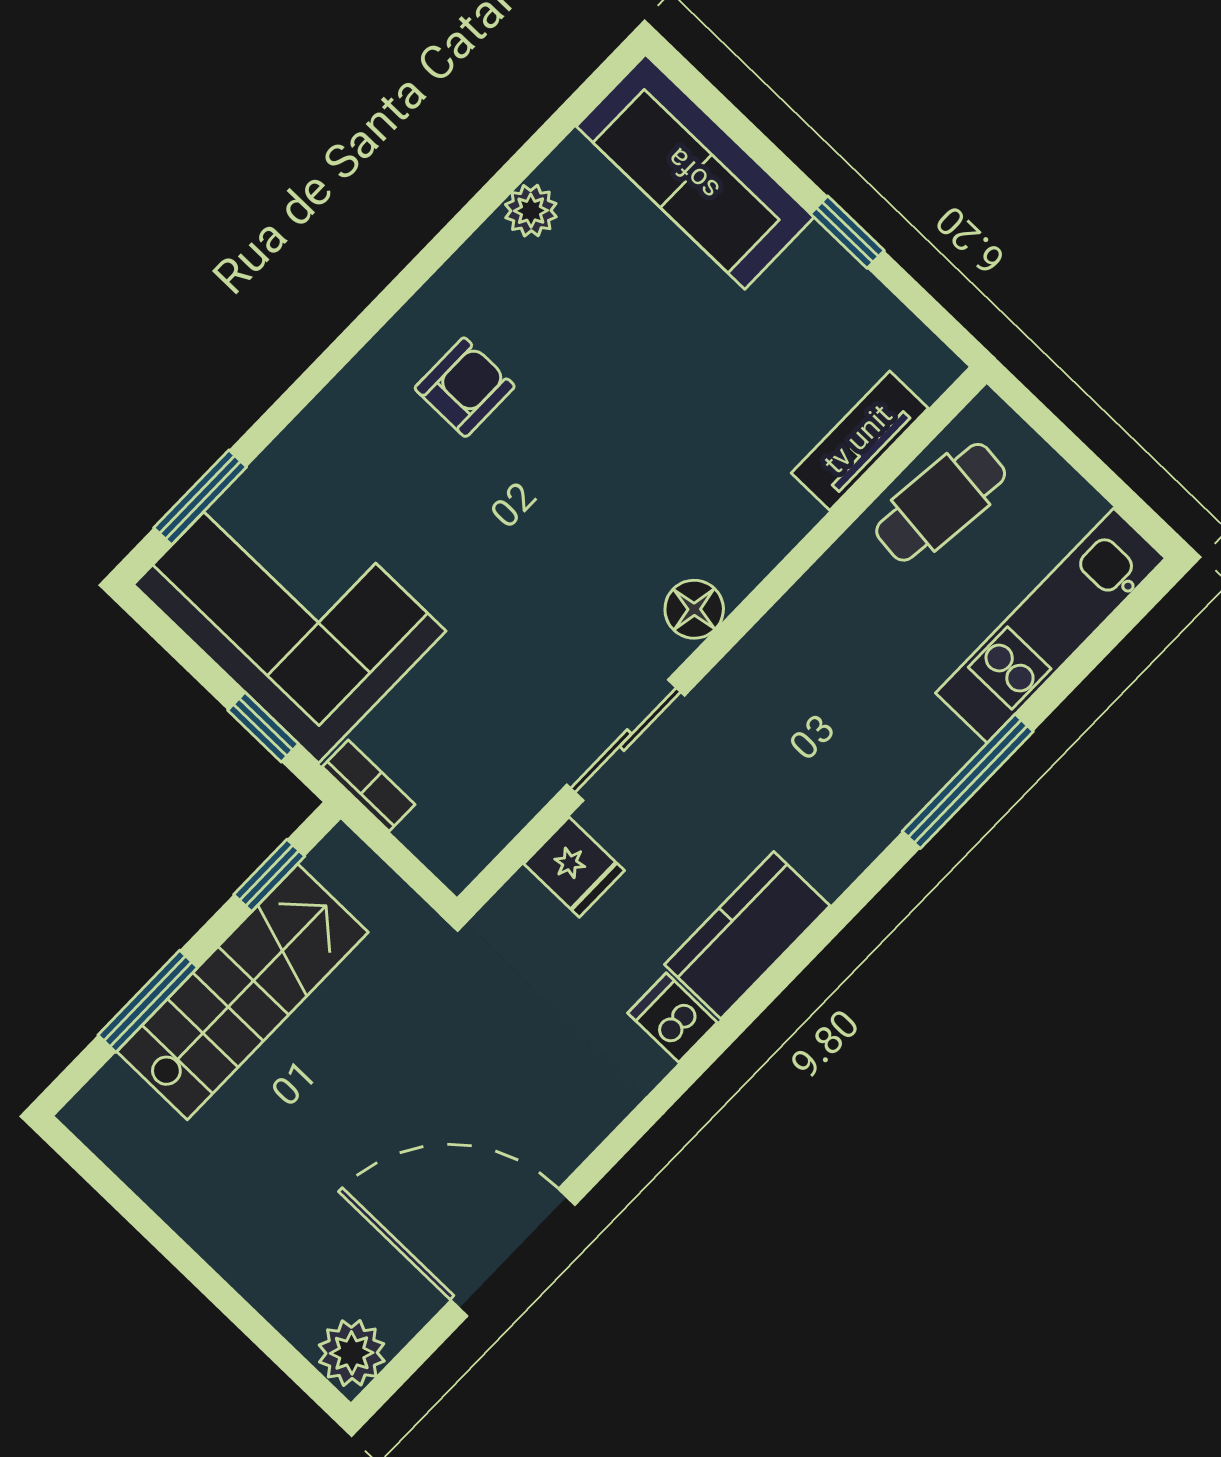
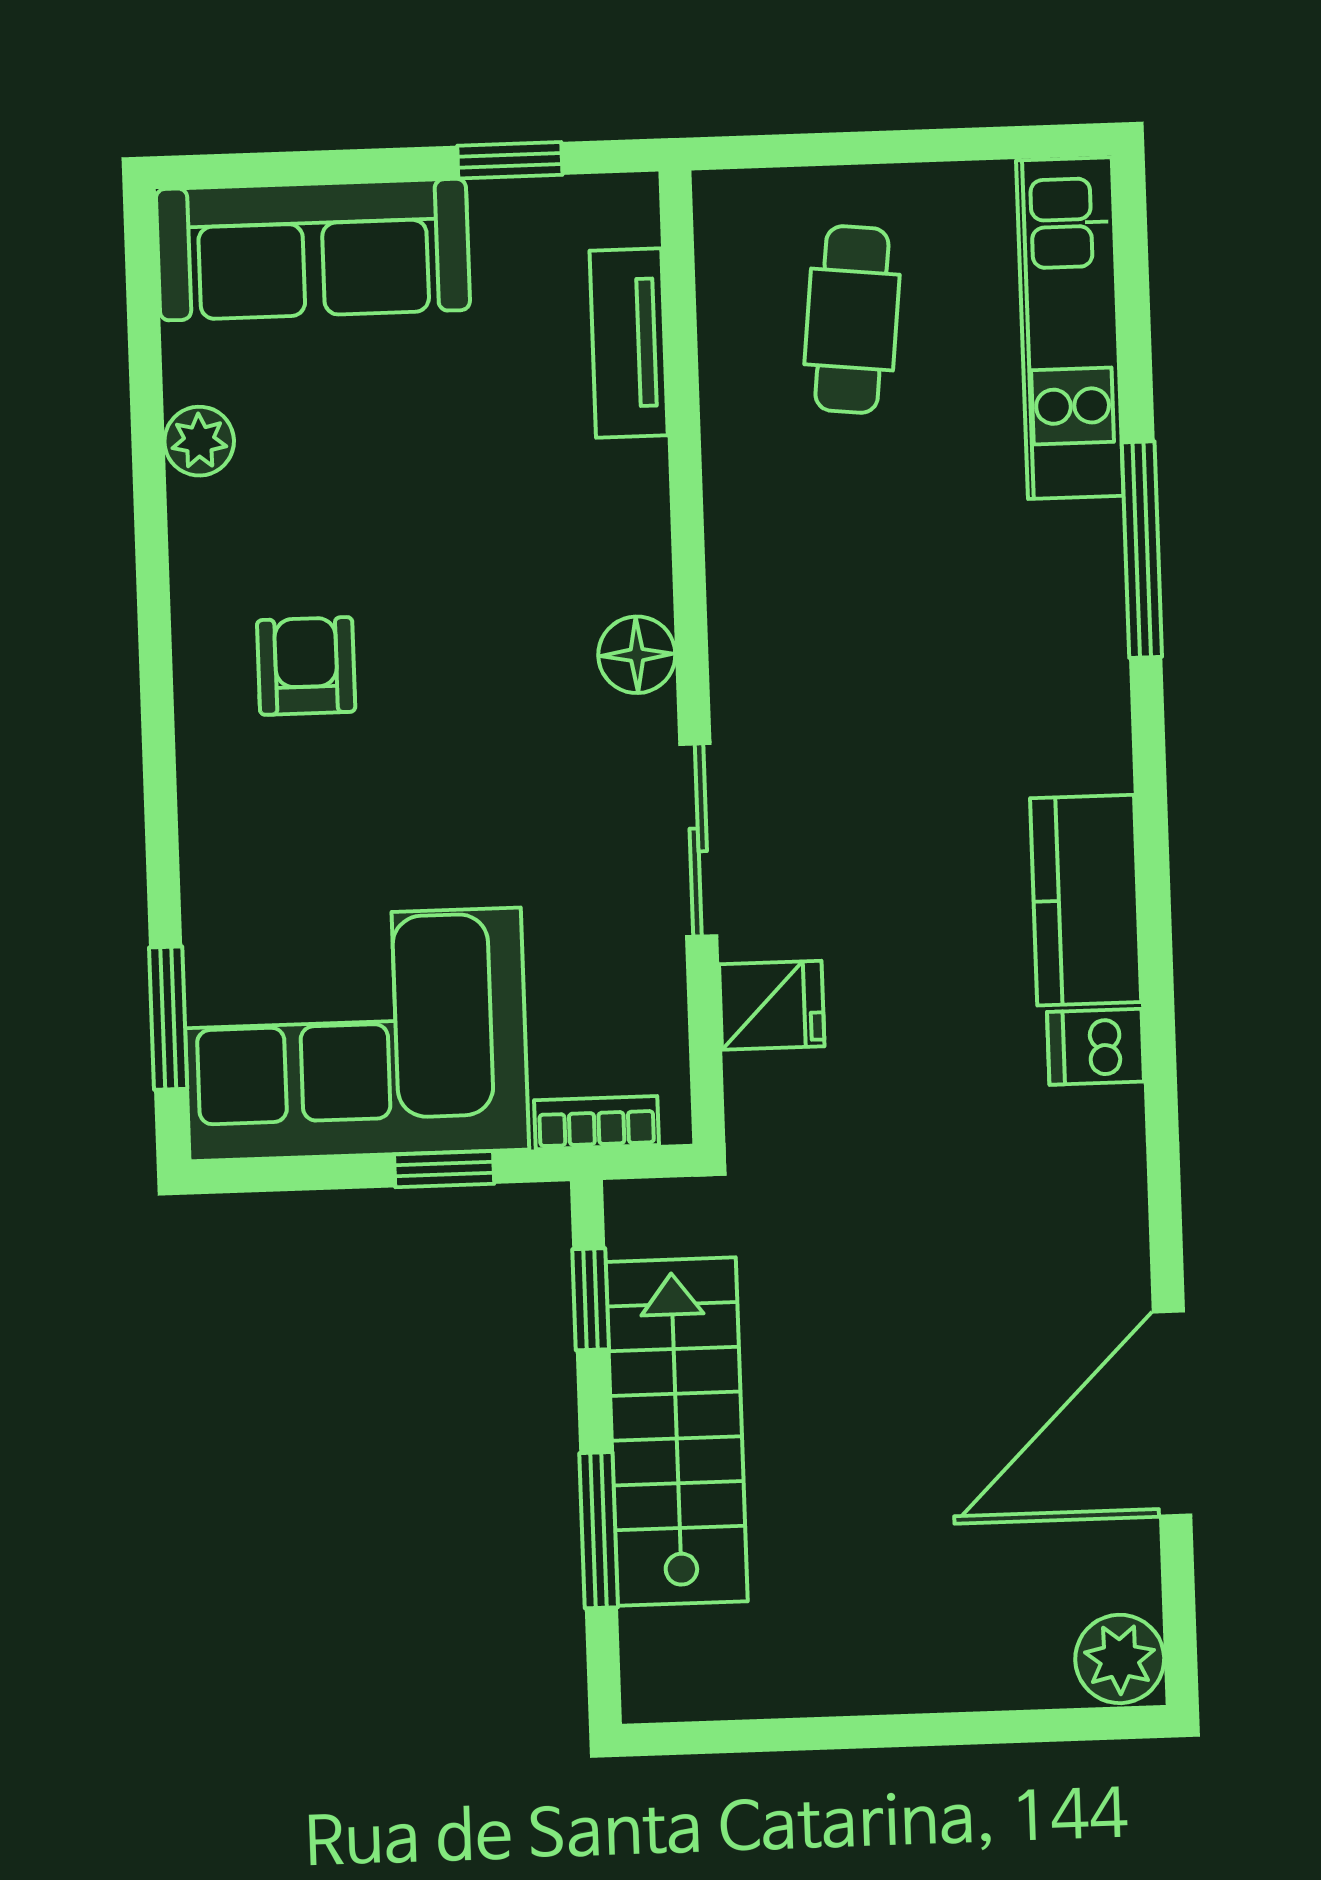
tv unit: (860, 441) -> (629, 343), moved
floor lamp: (694, 609) -> (637, 655), moved
wall: (722, 640) -> (692, 657), moved
sliding door: (626, 740) -> (698, 840), moved
fridge: (574, 867) -> (772, 1005), moved

